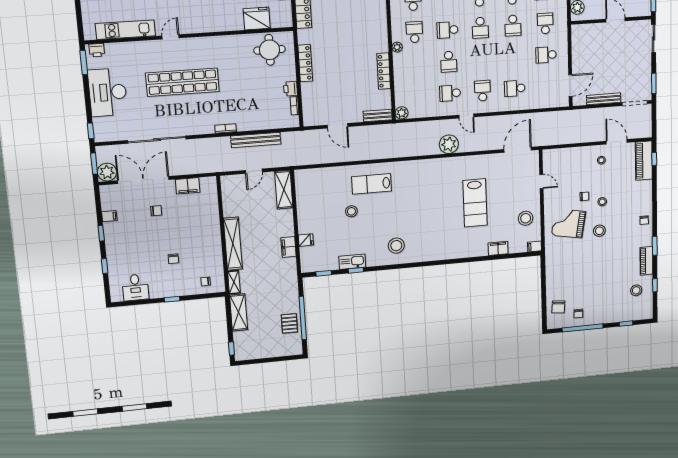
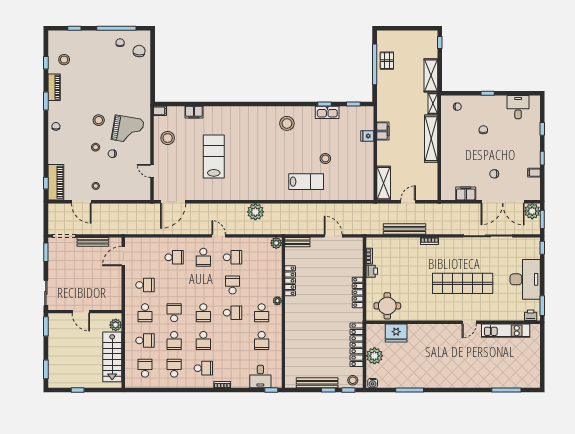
school desk: (480, 28) -> (203, 313), turned 180
plant: (449, 144) -> (255, 212), moved

